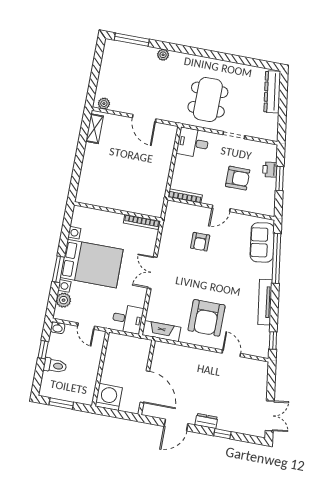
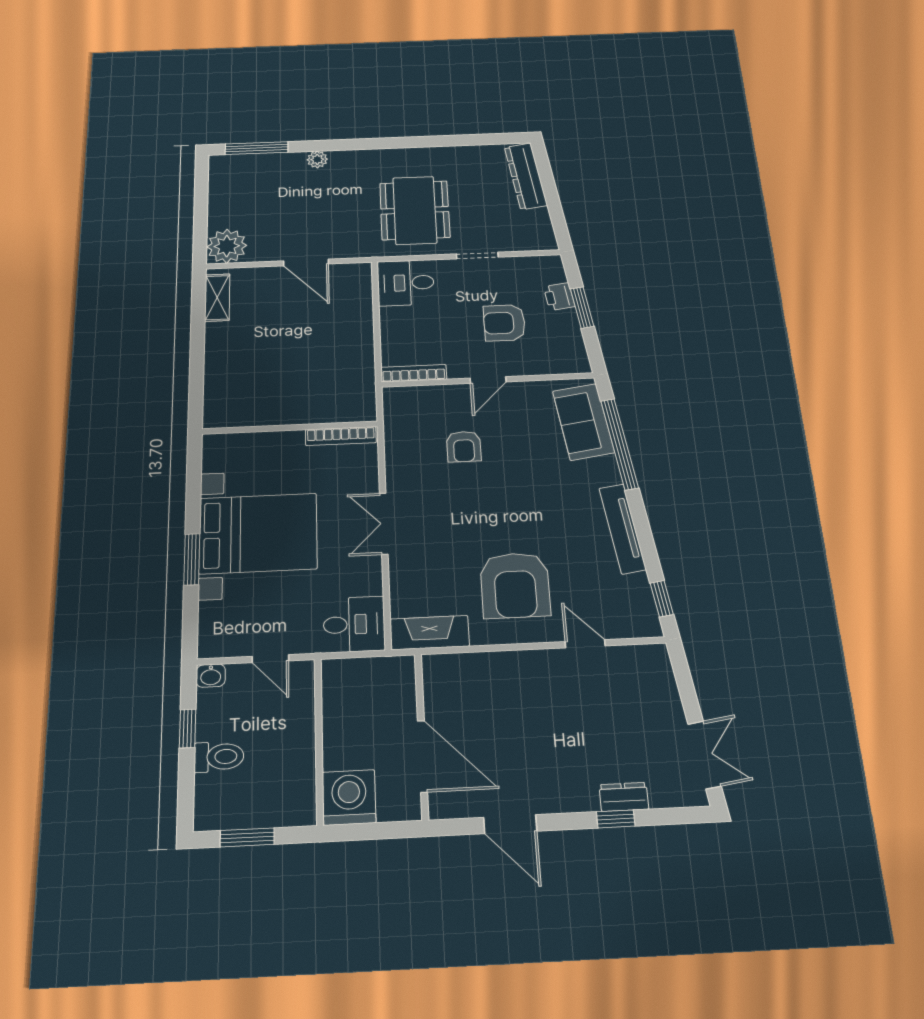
plant: (104, 104) -> (227, 246), width x1.88, depth x1.88
armchair: (238, 178) -> (504, 323), turned 180
plant: (64, 300) -> (213, 617), removed
dresser: (206, 421) -> (624, 797), moved
door: (176, 425) -> (510, 824), hinge flipped

